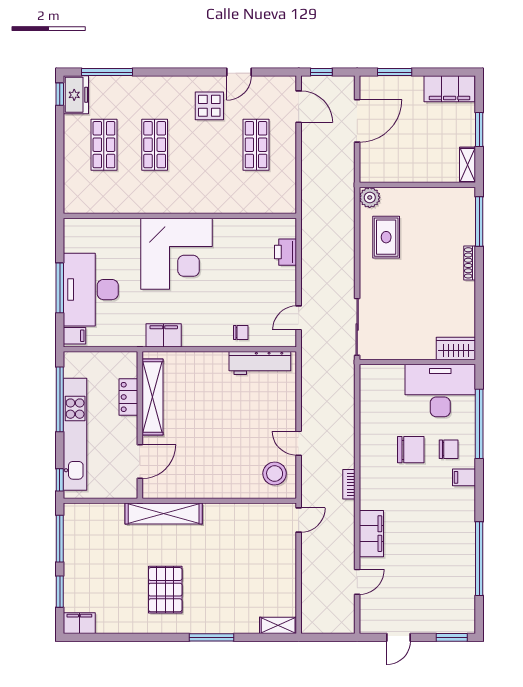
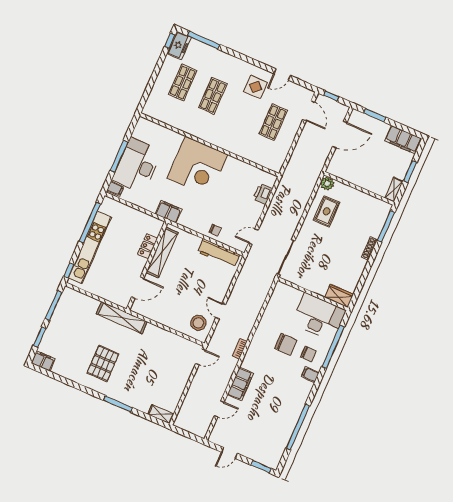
locker: (128, 397) -> (148, 246), moved
shelving: (152, 397) -> (162, 253), moved
wall: (140, 425) -> (147, 266), moved
door: (140, 462) -> (138, 288), moved

